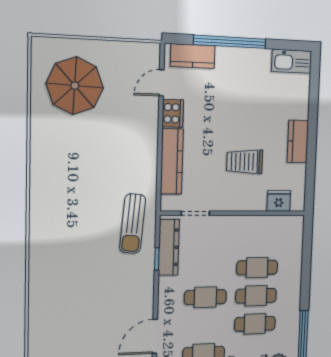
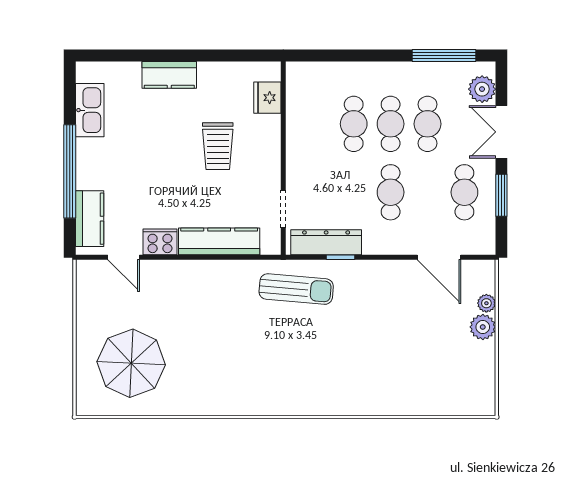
kitchen sink: (292, 61) -> (90, 110), moved
kitchen counter: (298, 141) -> (169, 75), moved

